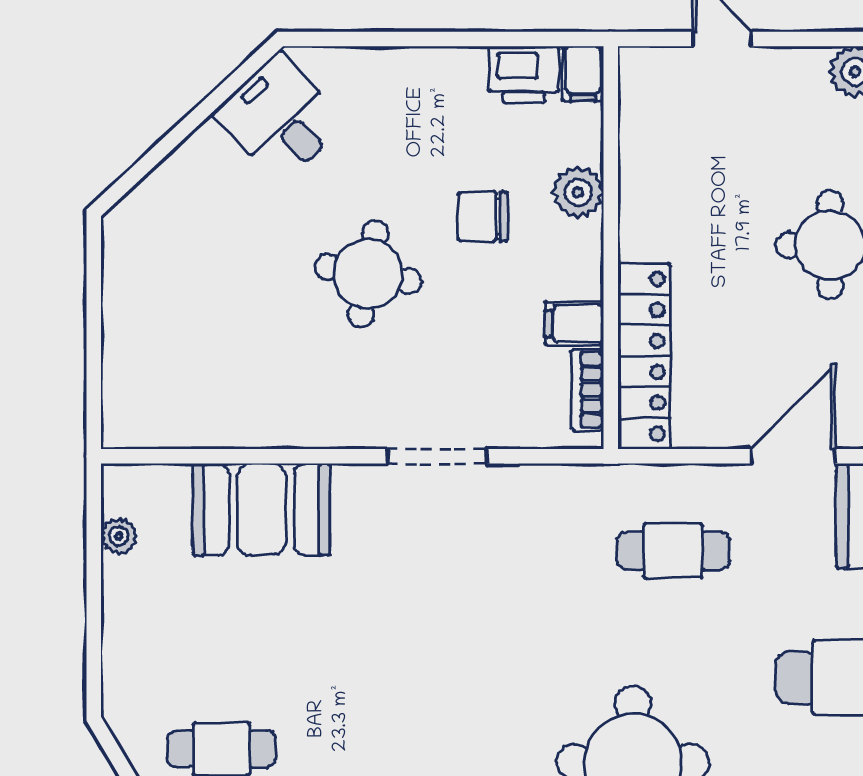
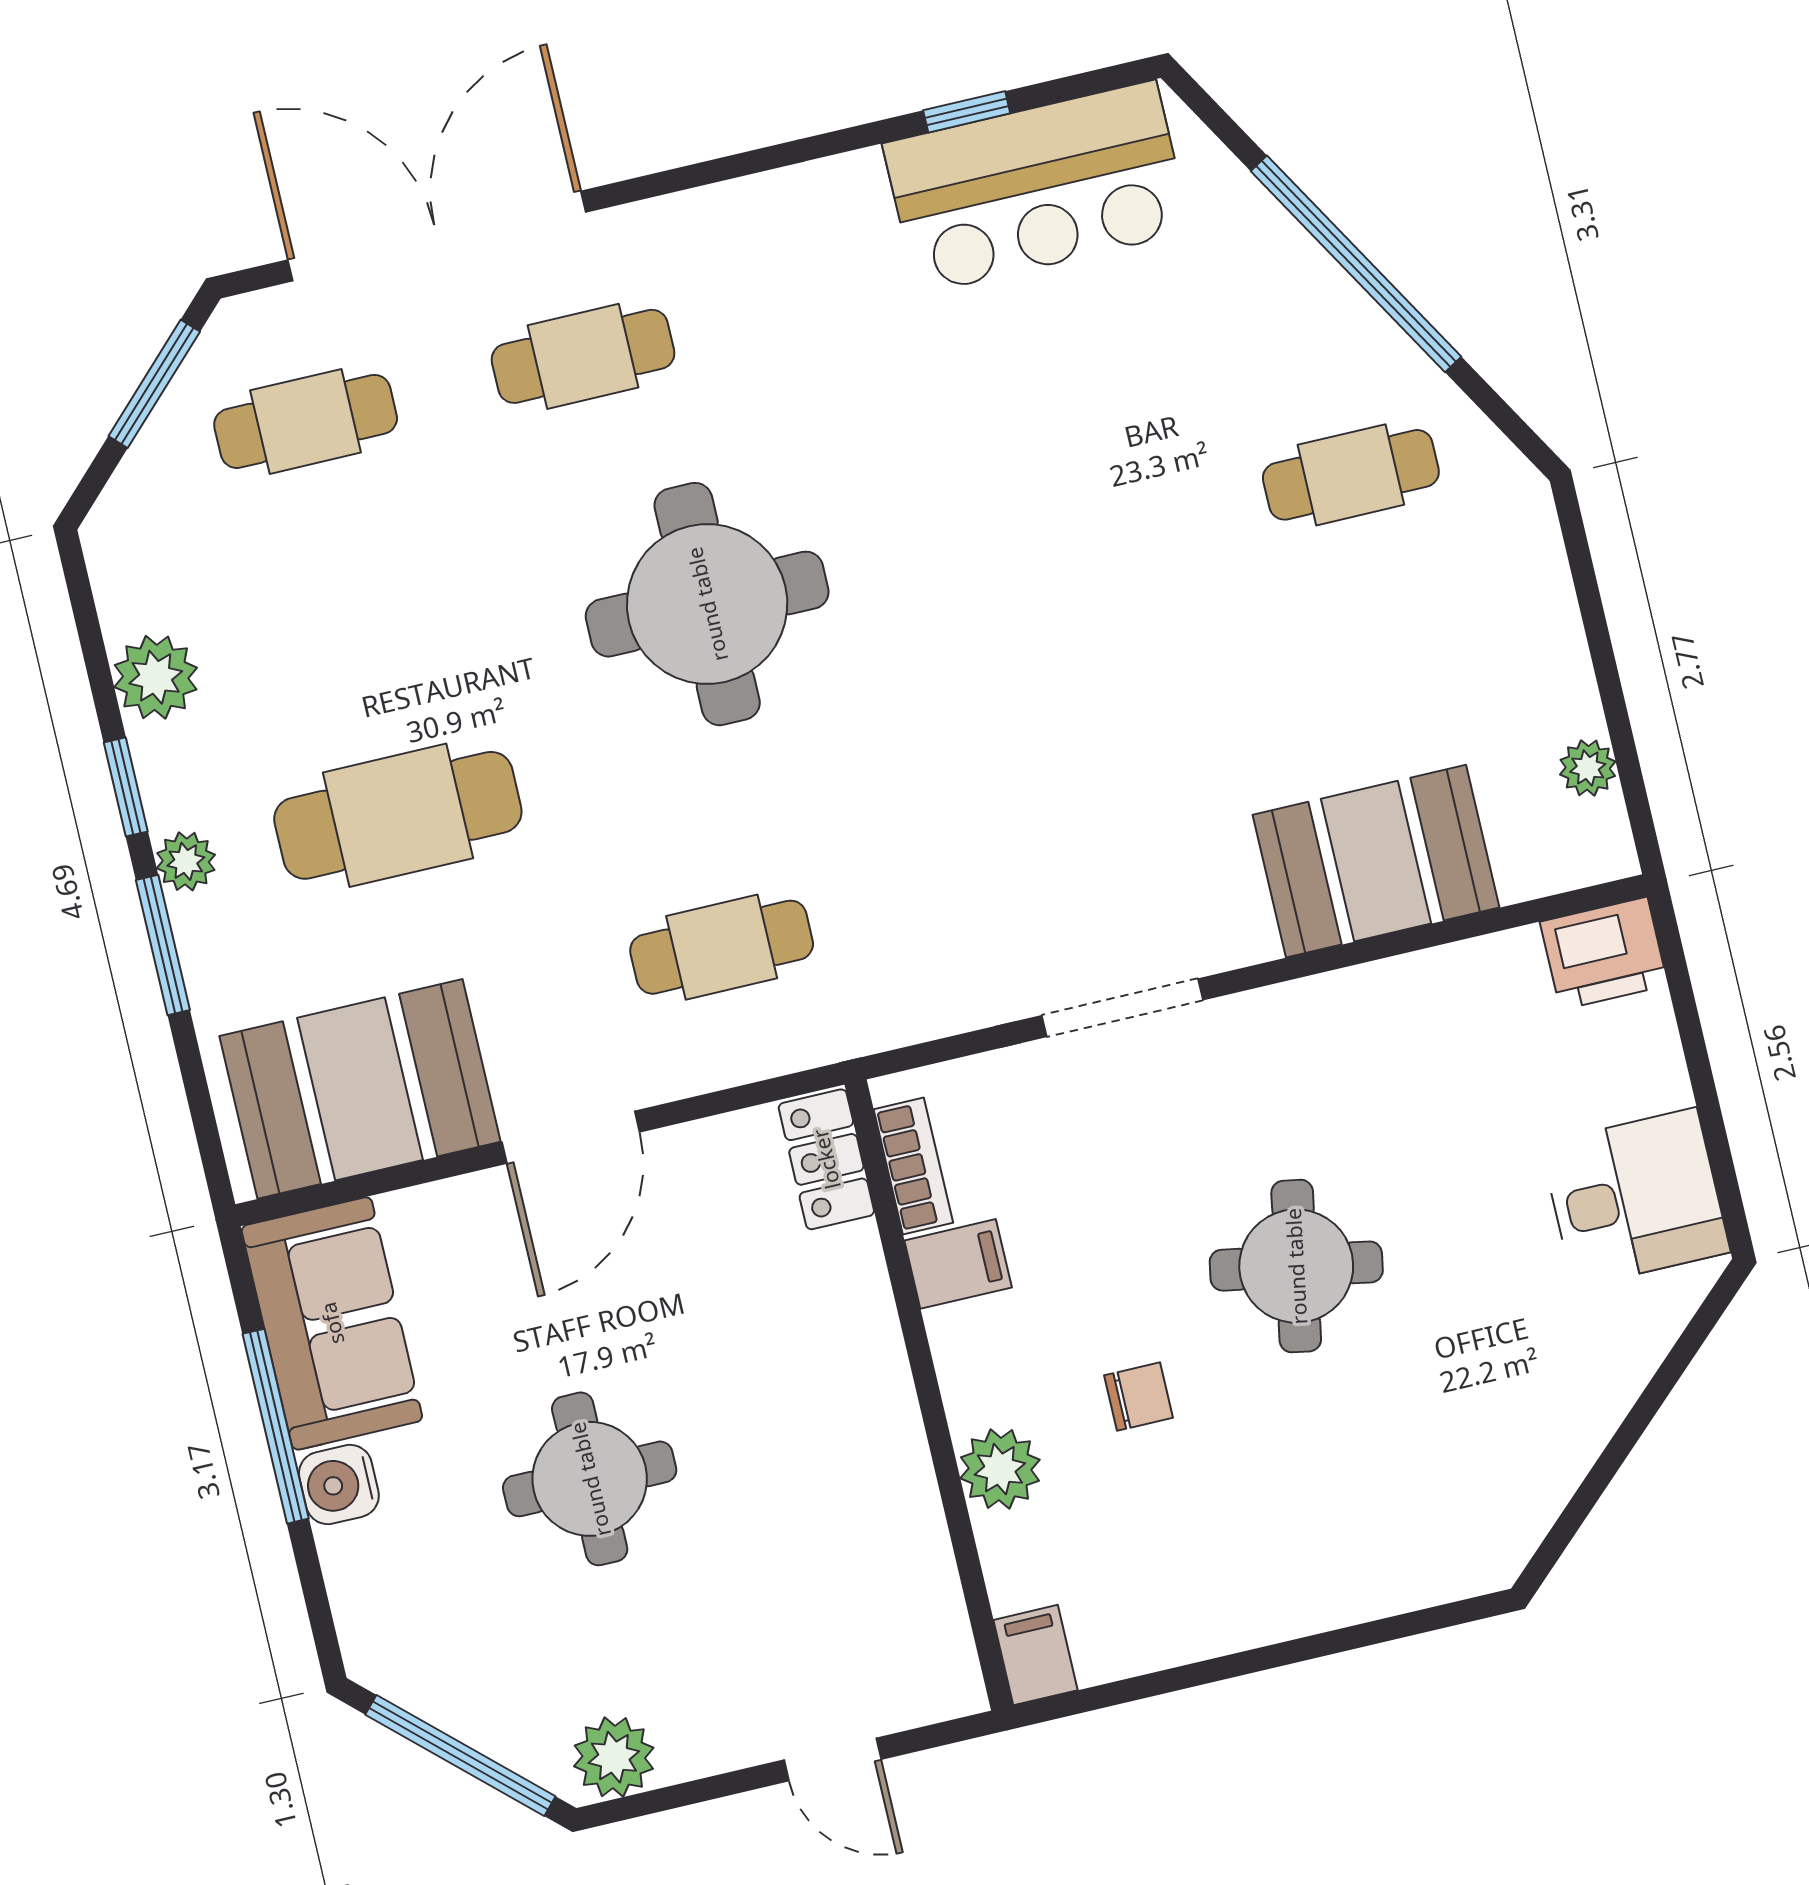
printer: (524, 75) -> (1604, 953), moved, turned 180
desk: (280, 118) -> (1635, 1198), moved, turned -47
chair: (483, 217) -> (1139, 1397), width x0.73, depth x0.73
locker: (644, 356) -> (826, 1159), width x0.46, depth x0.83

